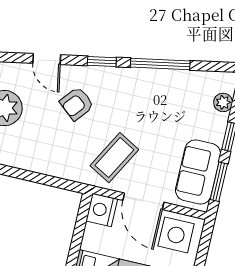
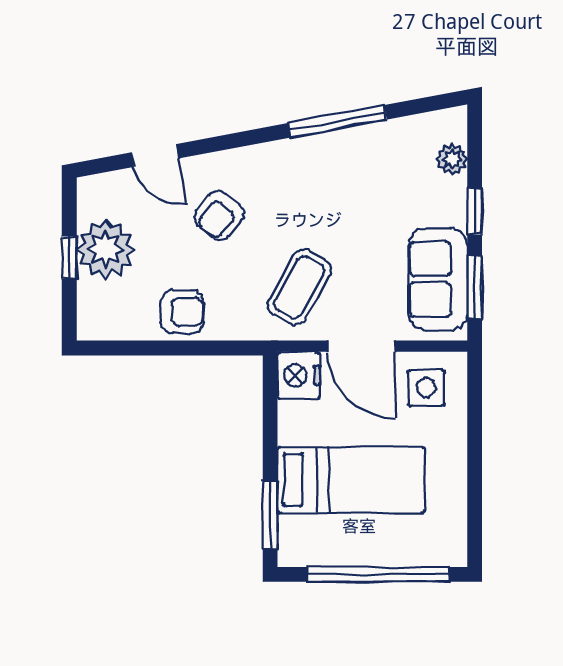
window: (102, 61) -> (244, 139), removed
armchair: (41, 156) -> (182, 312), added
side table: (176, 235) -> (426, 388), width x0.73, depth x0.73

